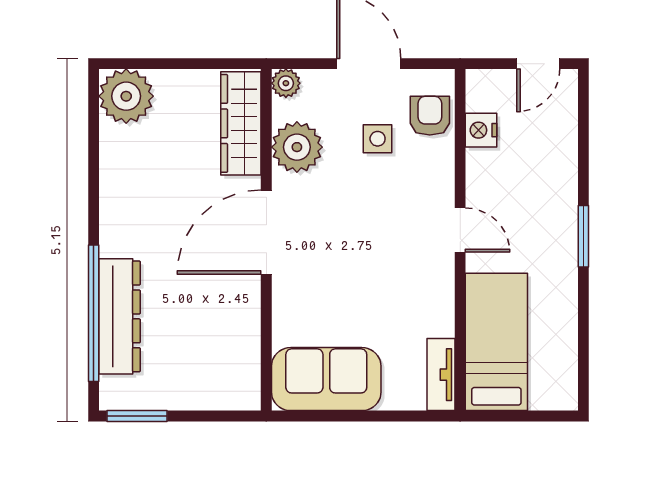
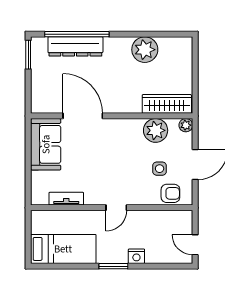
plant: (126, 96) -> (145, 50), moved
nightstand: (481, 130) -> (136, 256), moved, turned 180
door: (266, 232) -> (83, 116), moved
bed: (496, 342) -> (63, 249), moved
tv unit: (441, 375) -> (66, 199), moved

